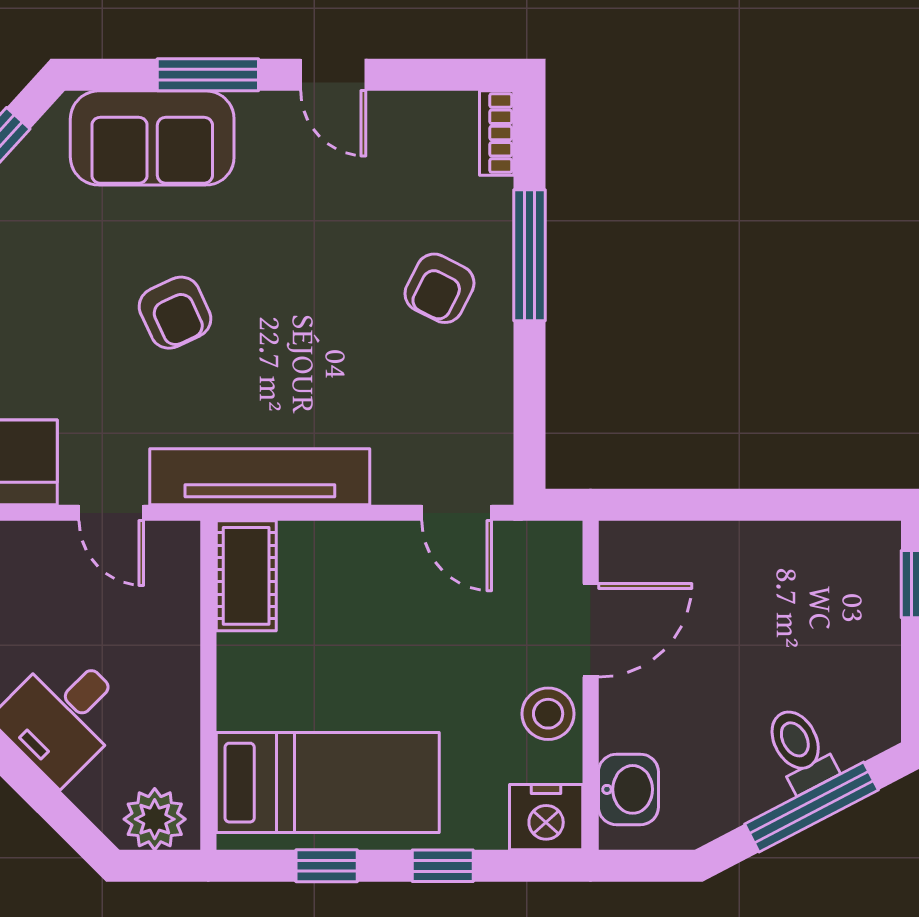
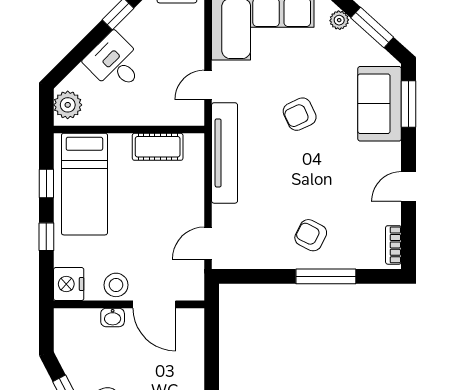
window: (208, 75) -> (408, 104), moved
bookcase: (497, 133) -> (393, 245), moved, turned -90
cot: (246, 576) -> (158, 147), moved
washbasin: (628, 789) -> (113, 317), moved, width x0.72, depth x0.69

